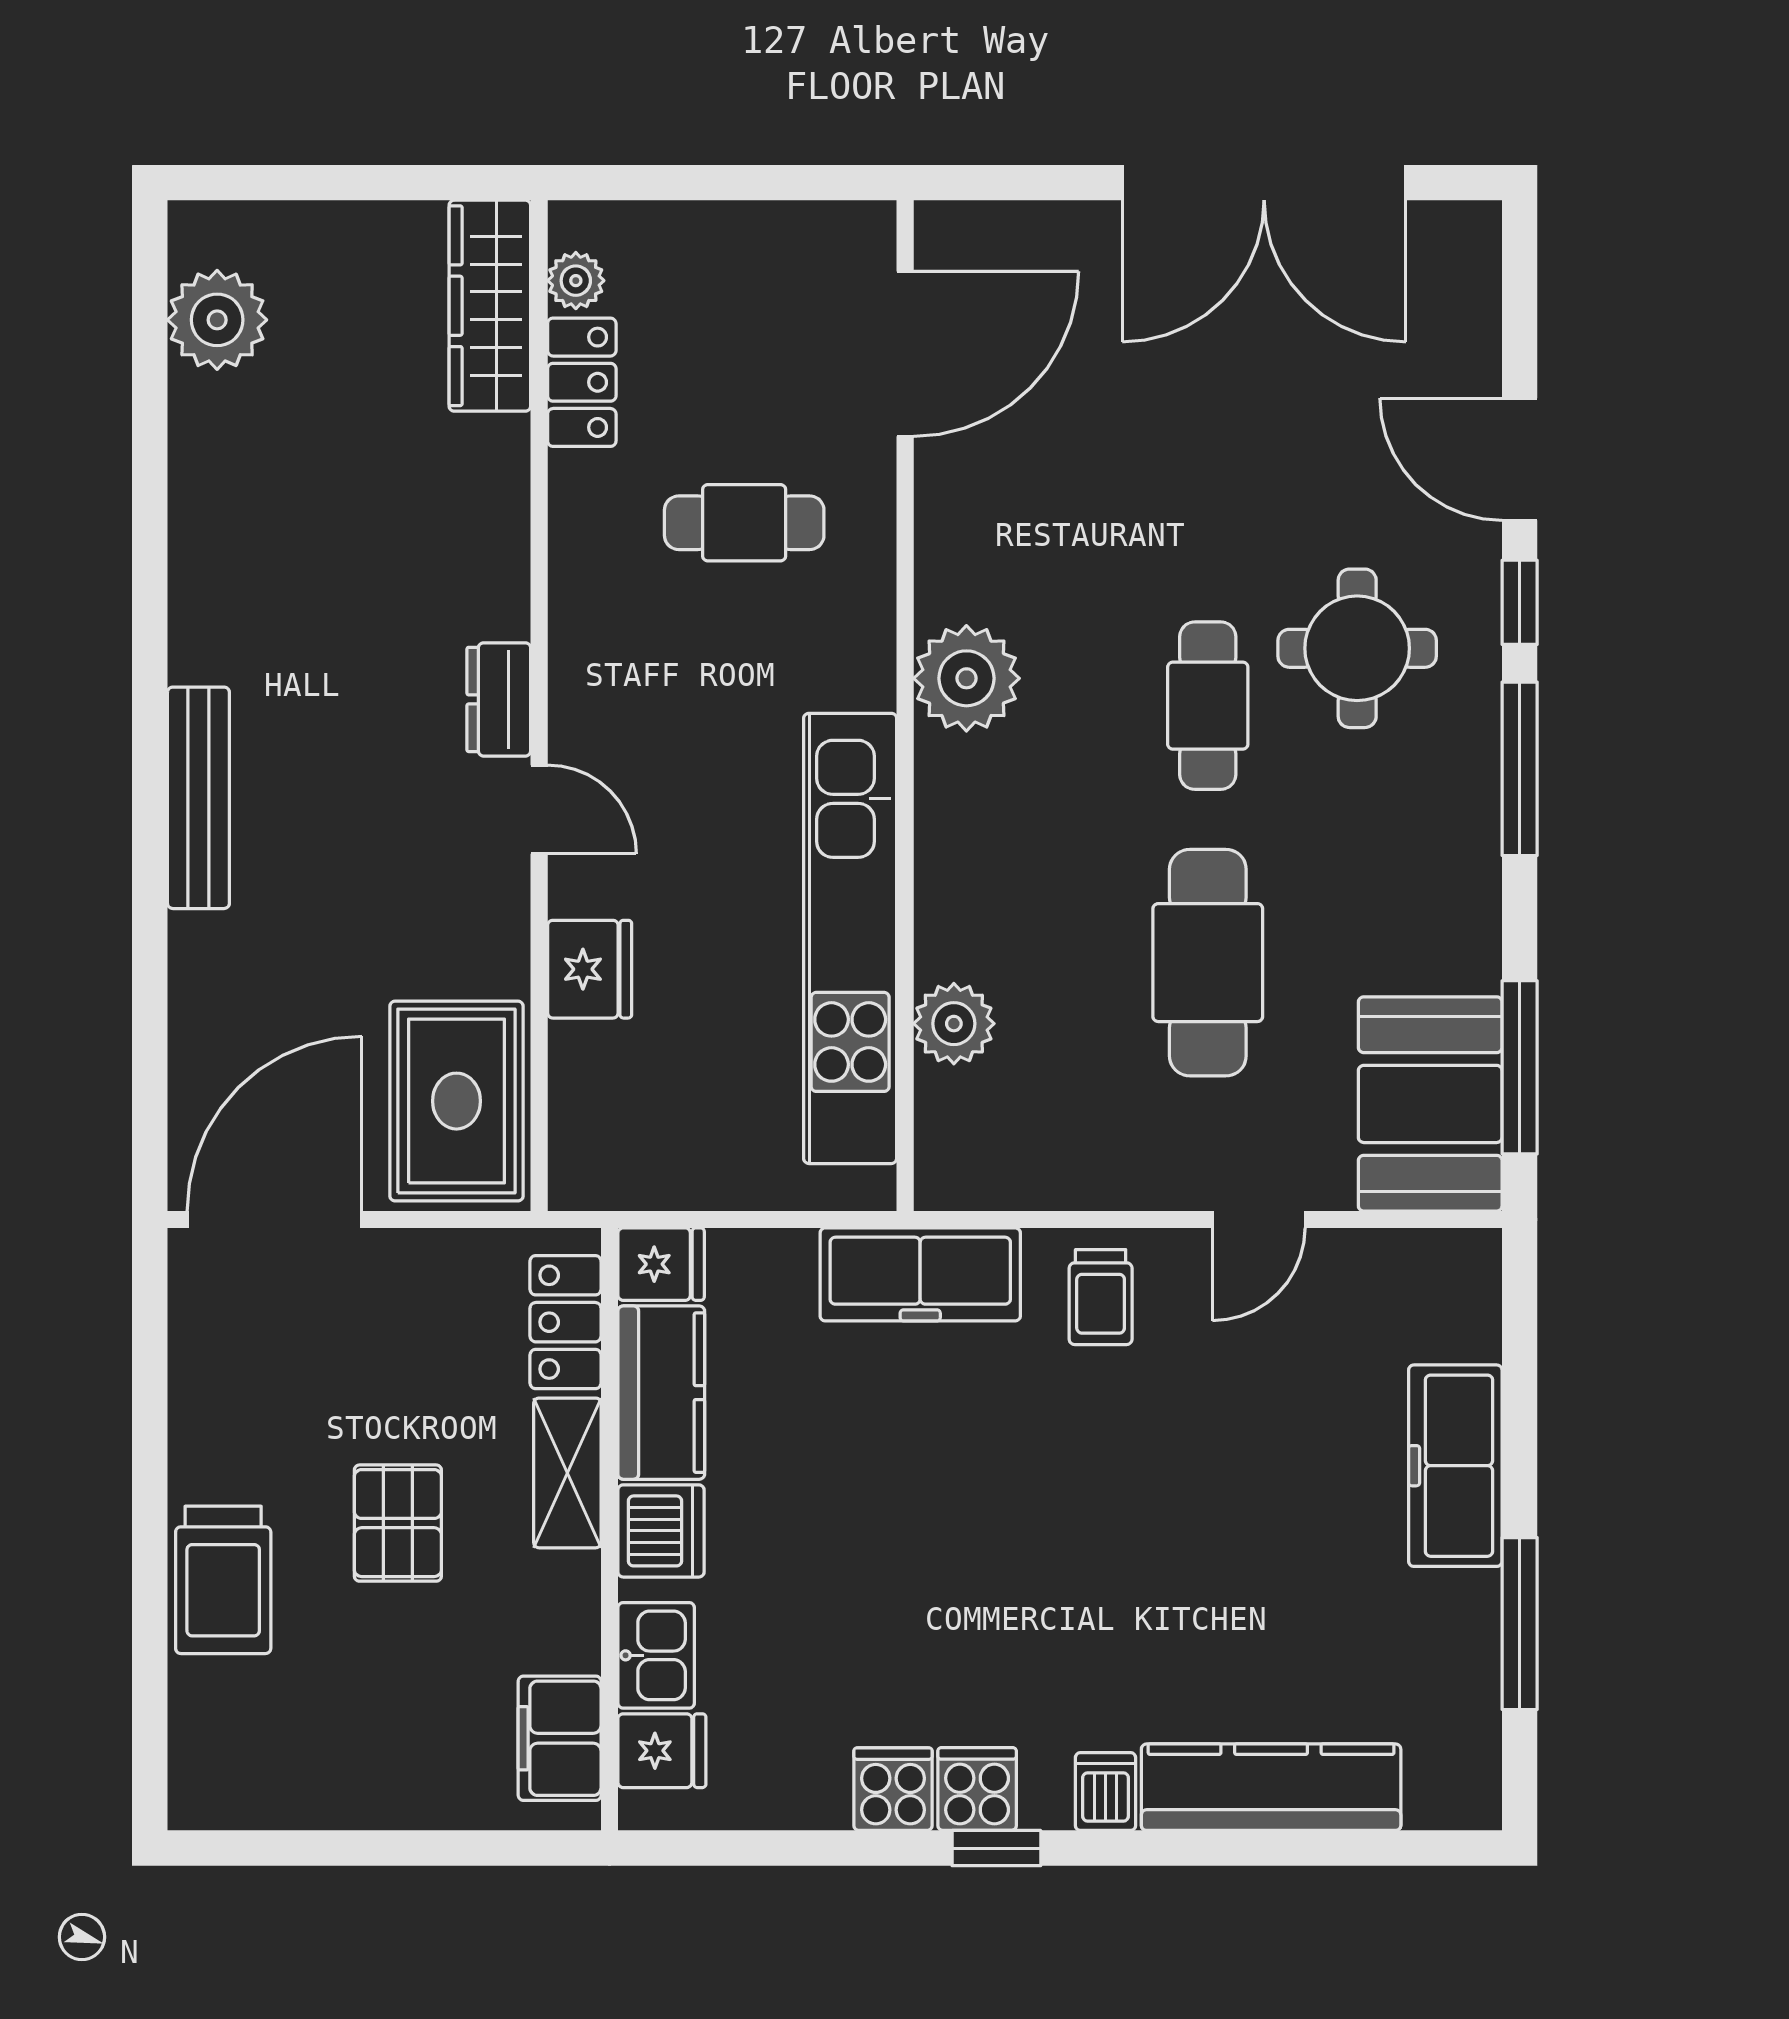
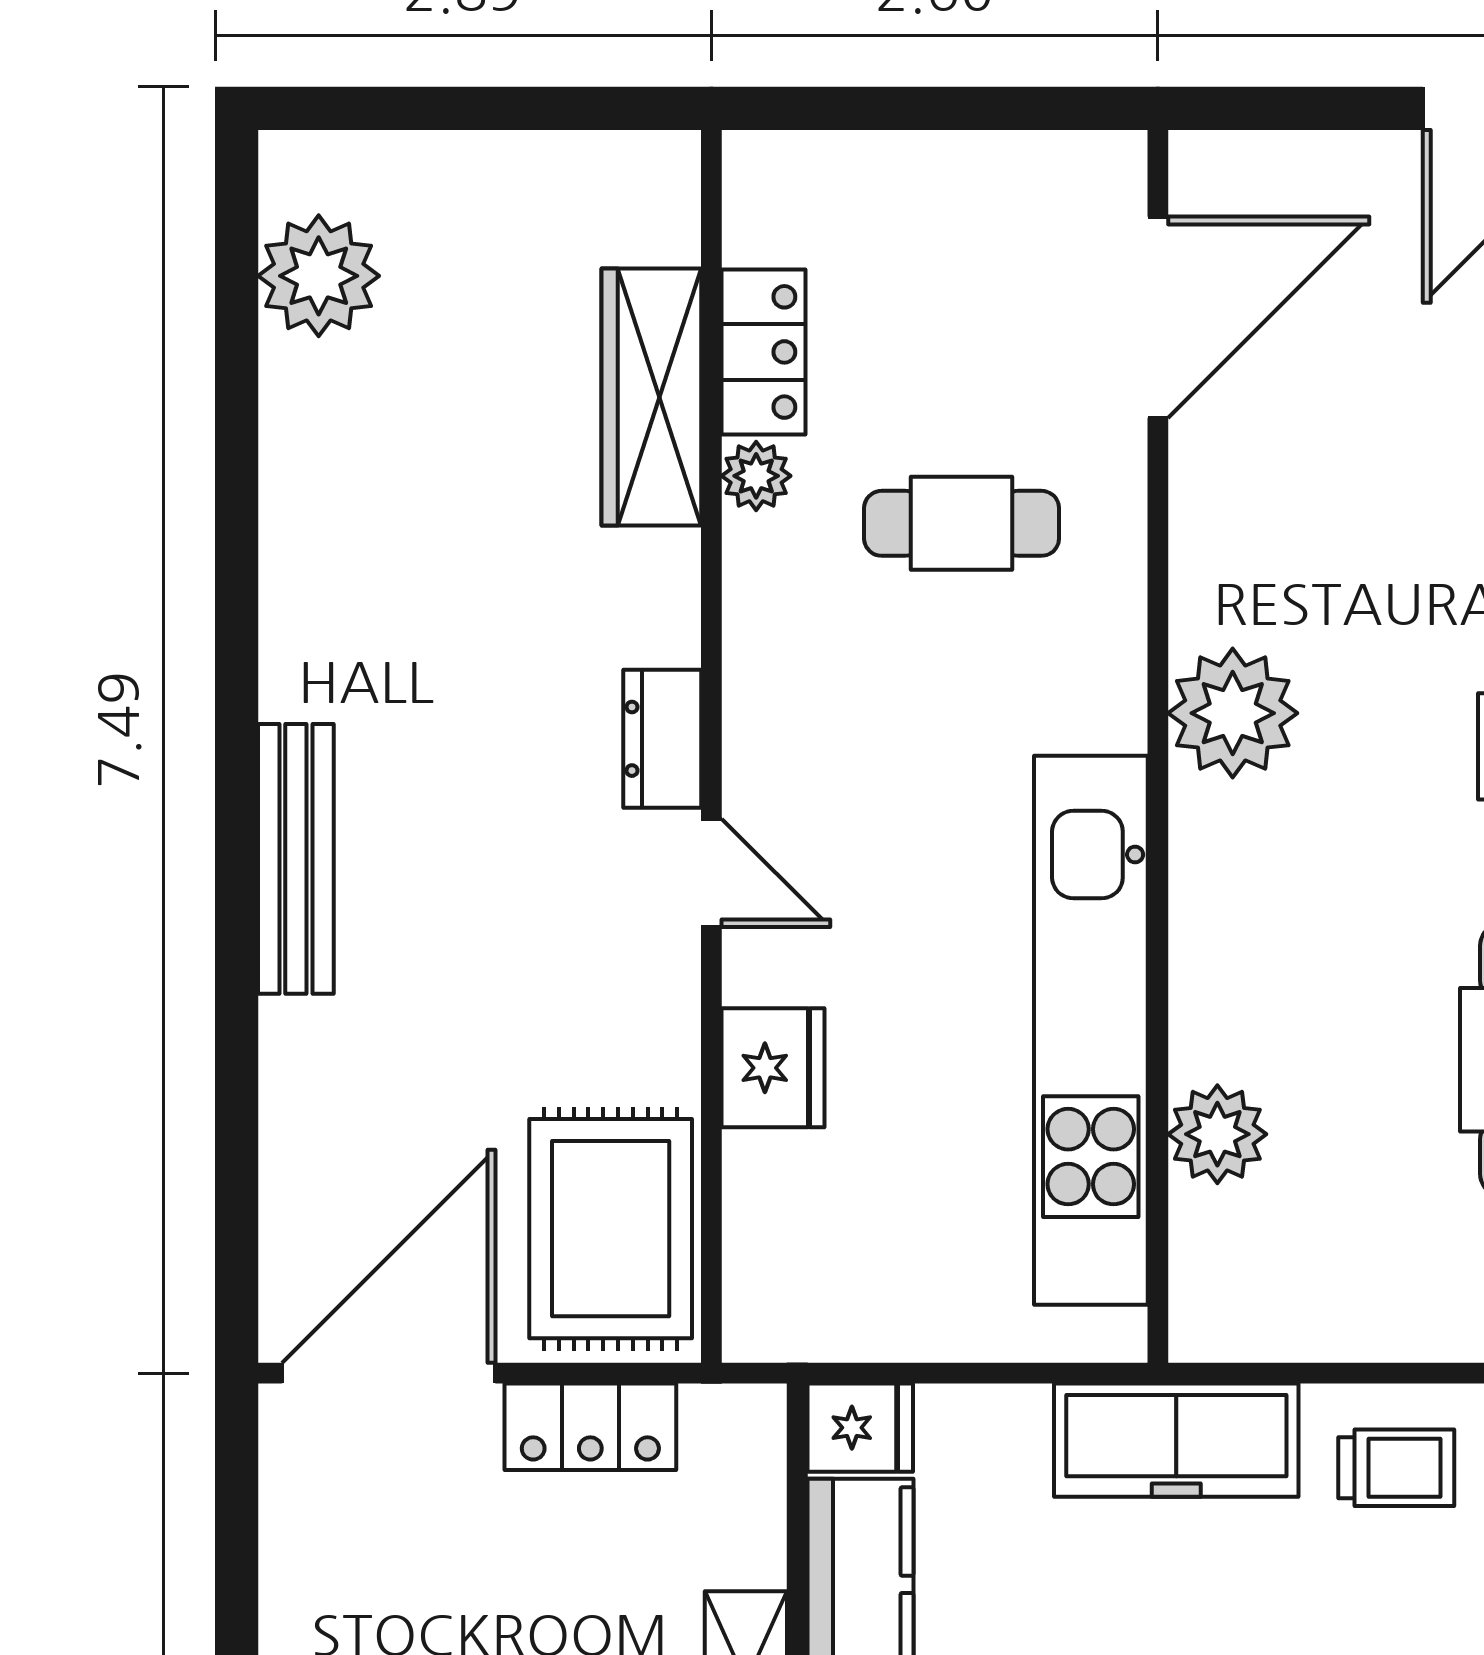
plant: (576, 281) -> (756, 476), moved
wardrobe: (490, 306) -> (651, 397), moved
trolley: (1101, 1297) -> (1396, 1468), turned -90
locker: (566, 1322) -> (590, 1427), moved, turned -90

